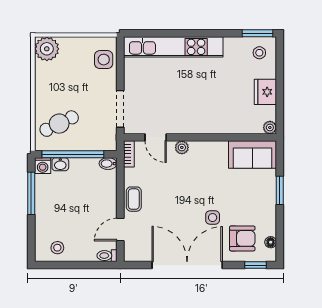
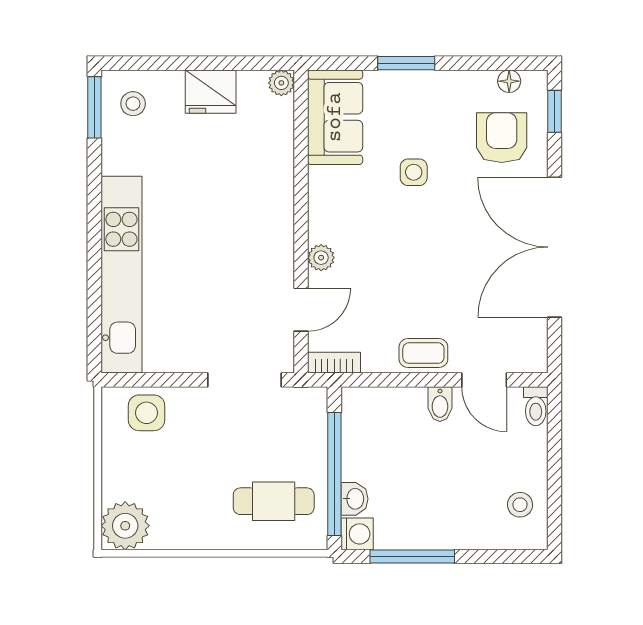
cafe table: (59, 124) -> (274, 501), turned -64
bidet: (108, 164) -> (440, 404), moved
side table: (213, 218) -> (414, 172), moved

